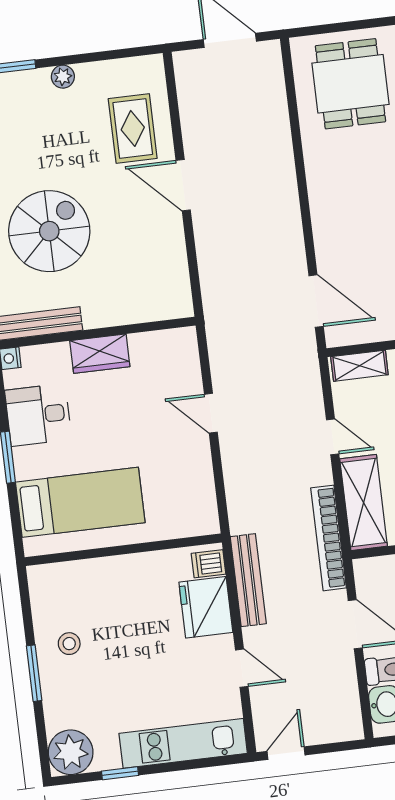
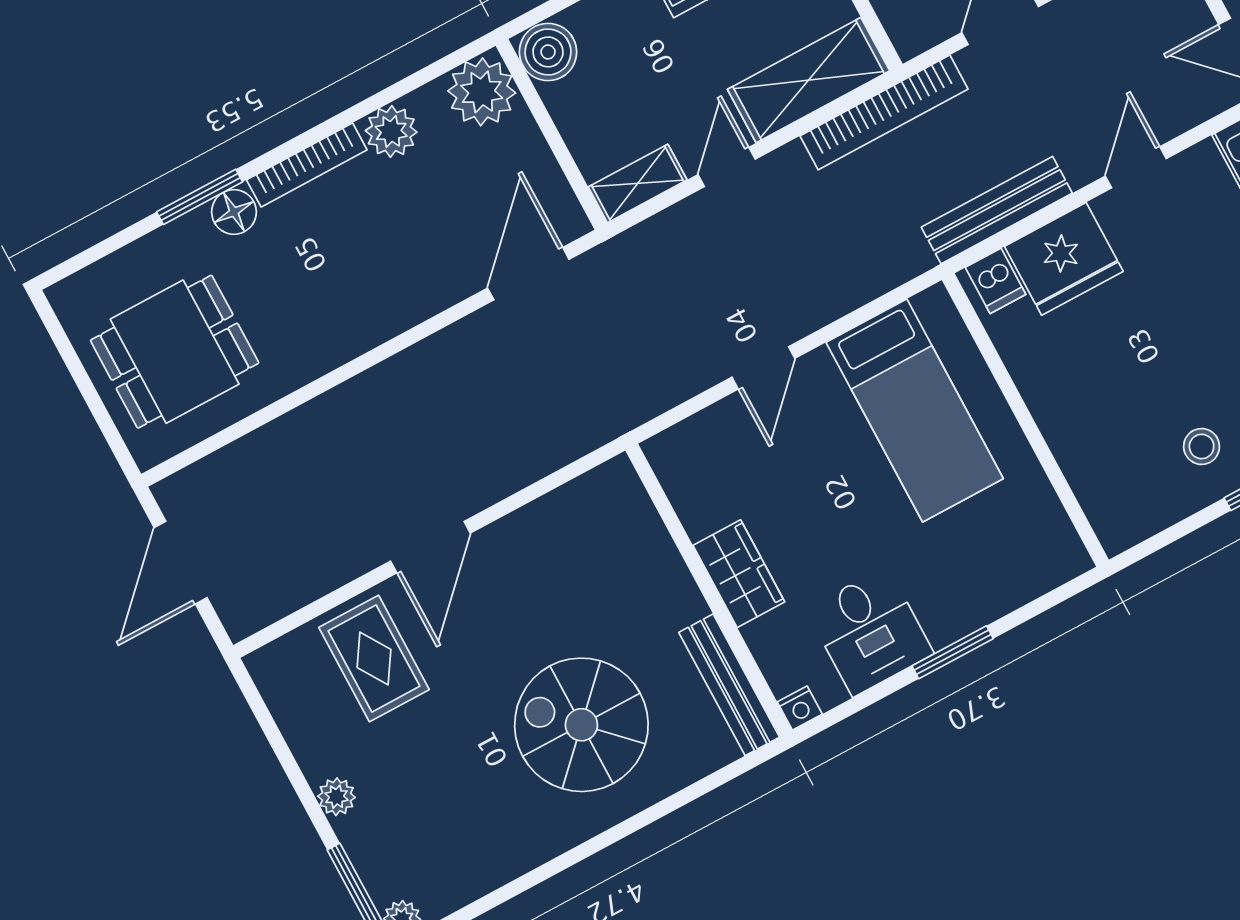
rug: (133, 128) -> (374, 658), turned 90
shelving: (359, 366) -> (638, 183), moved, turned 90
bed: (80, 502) -> (915, 410), moved, turned 180

